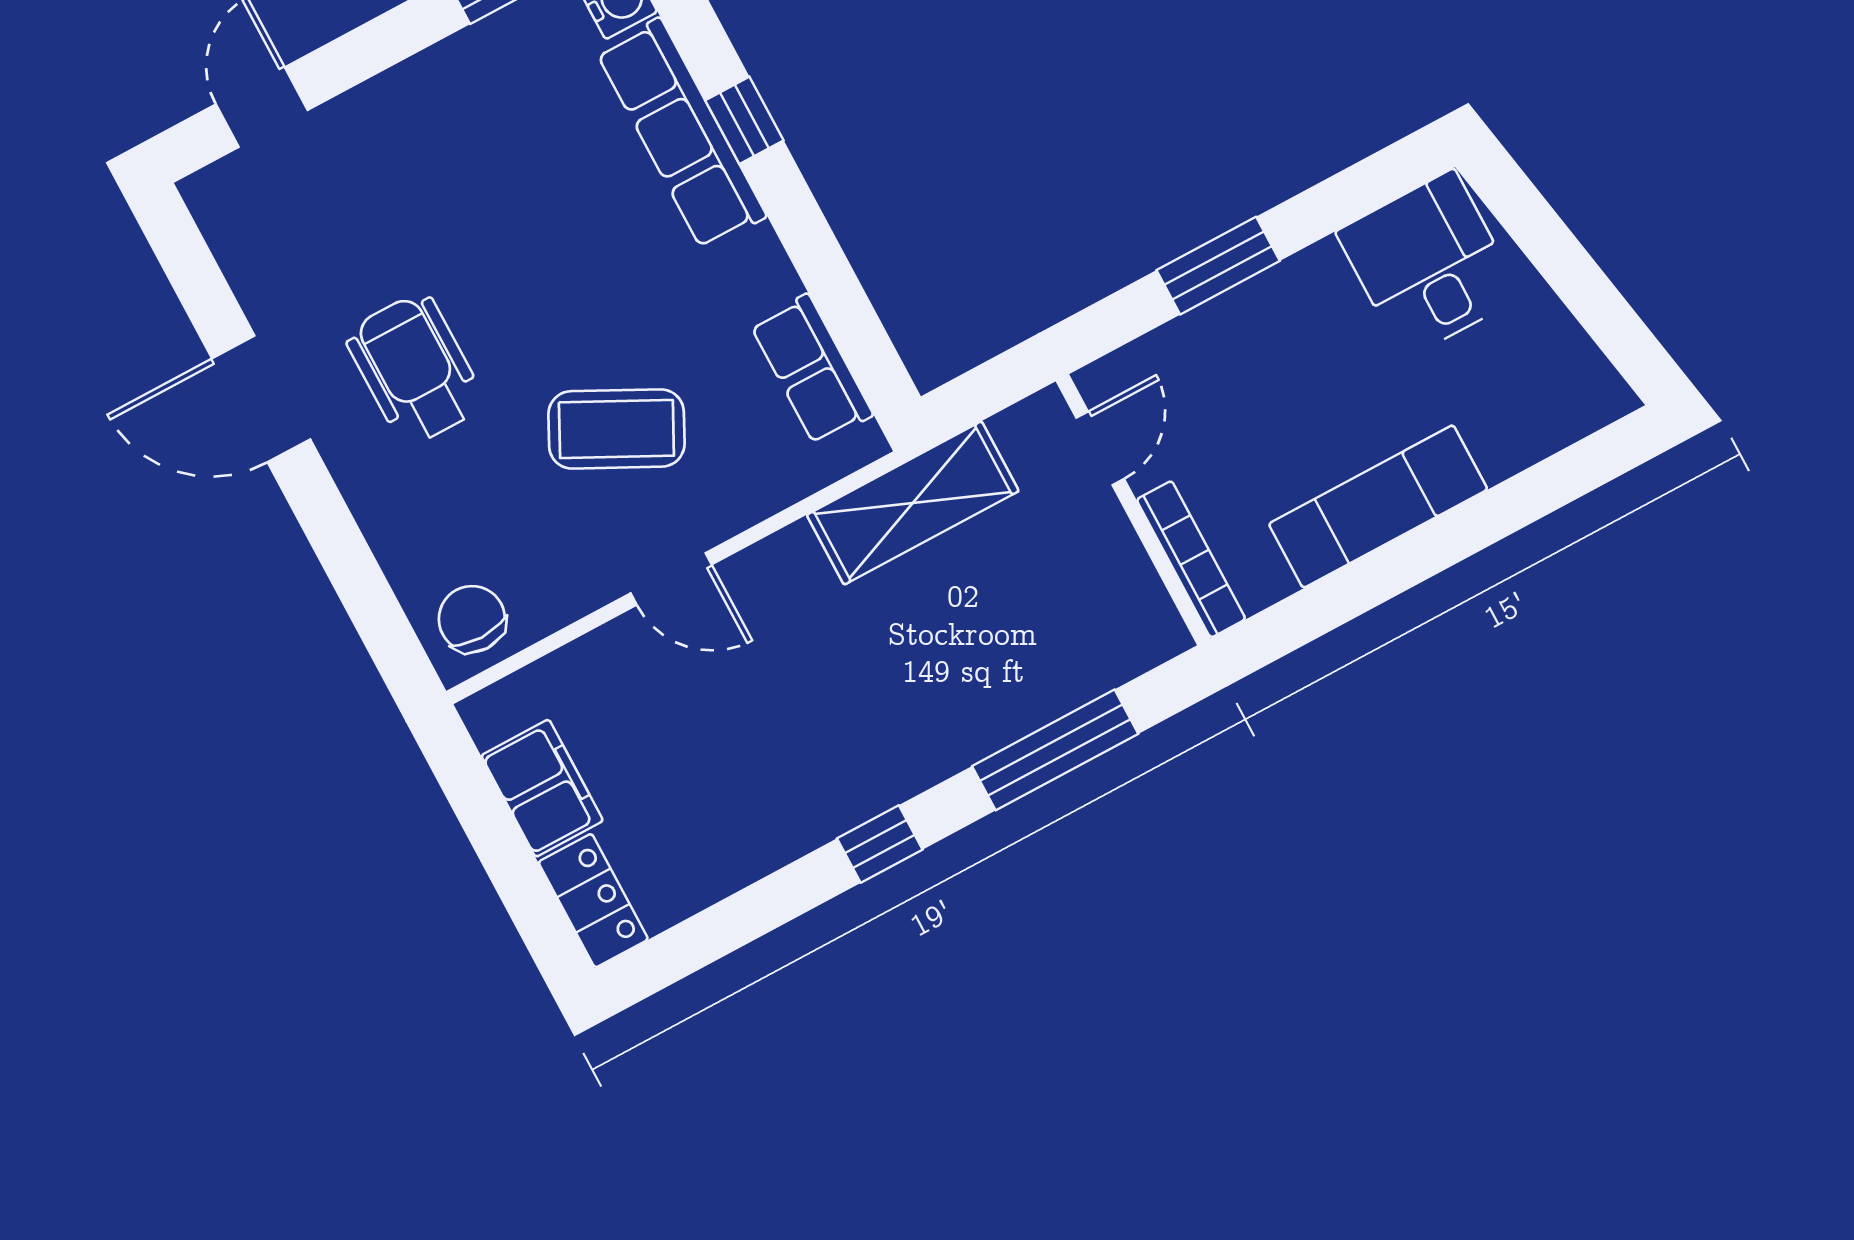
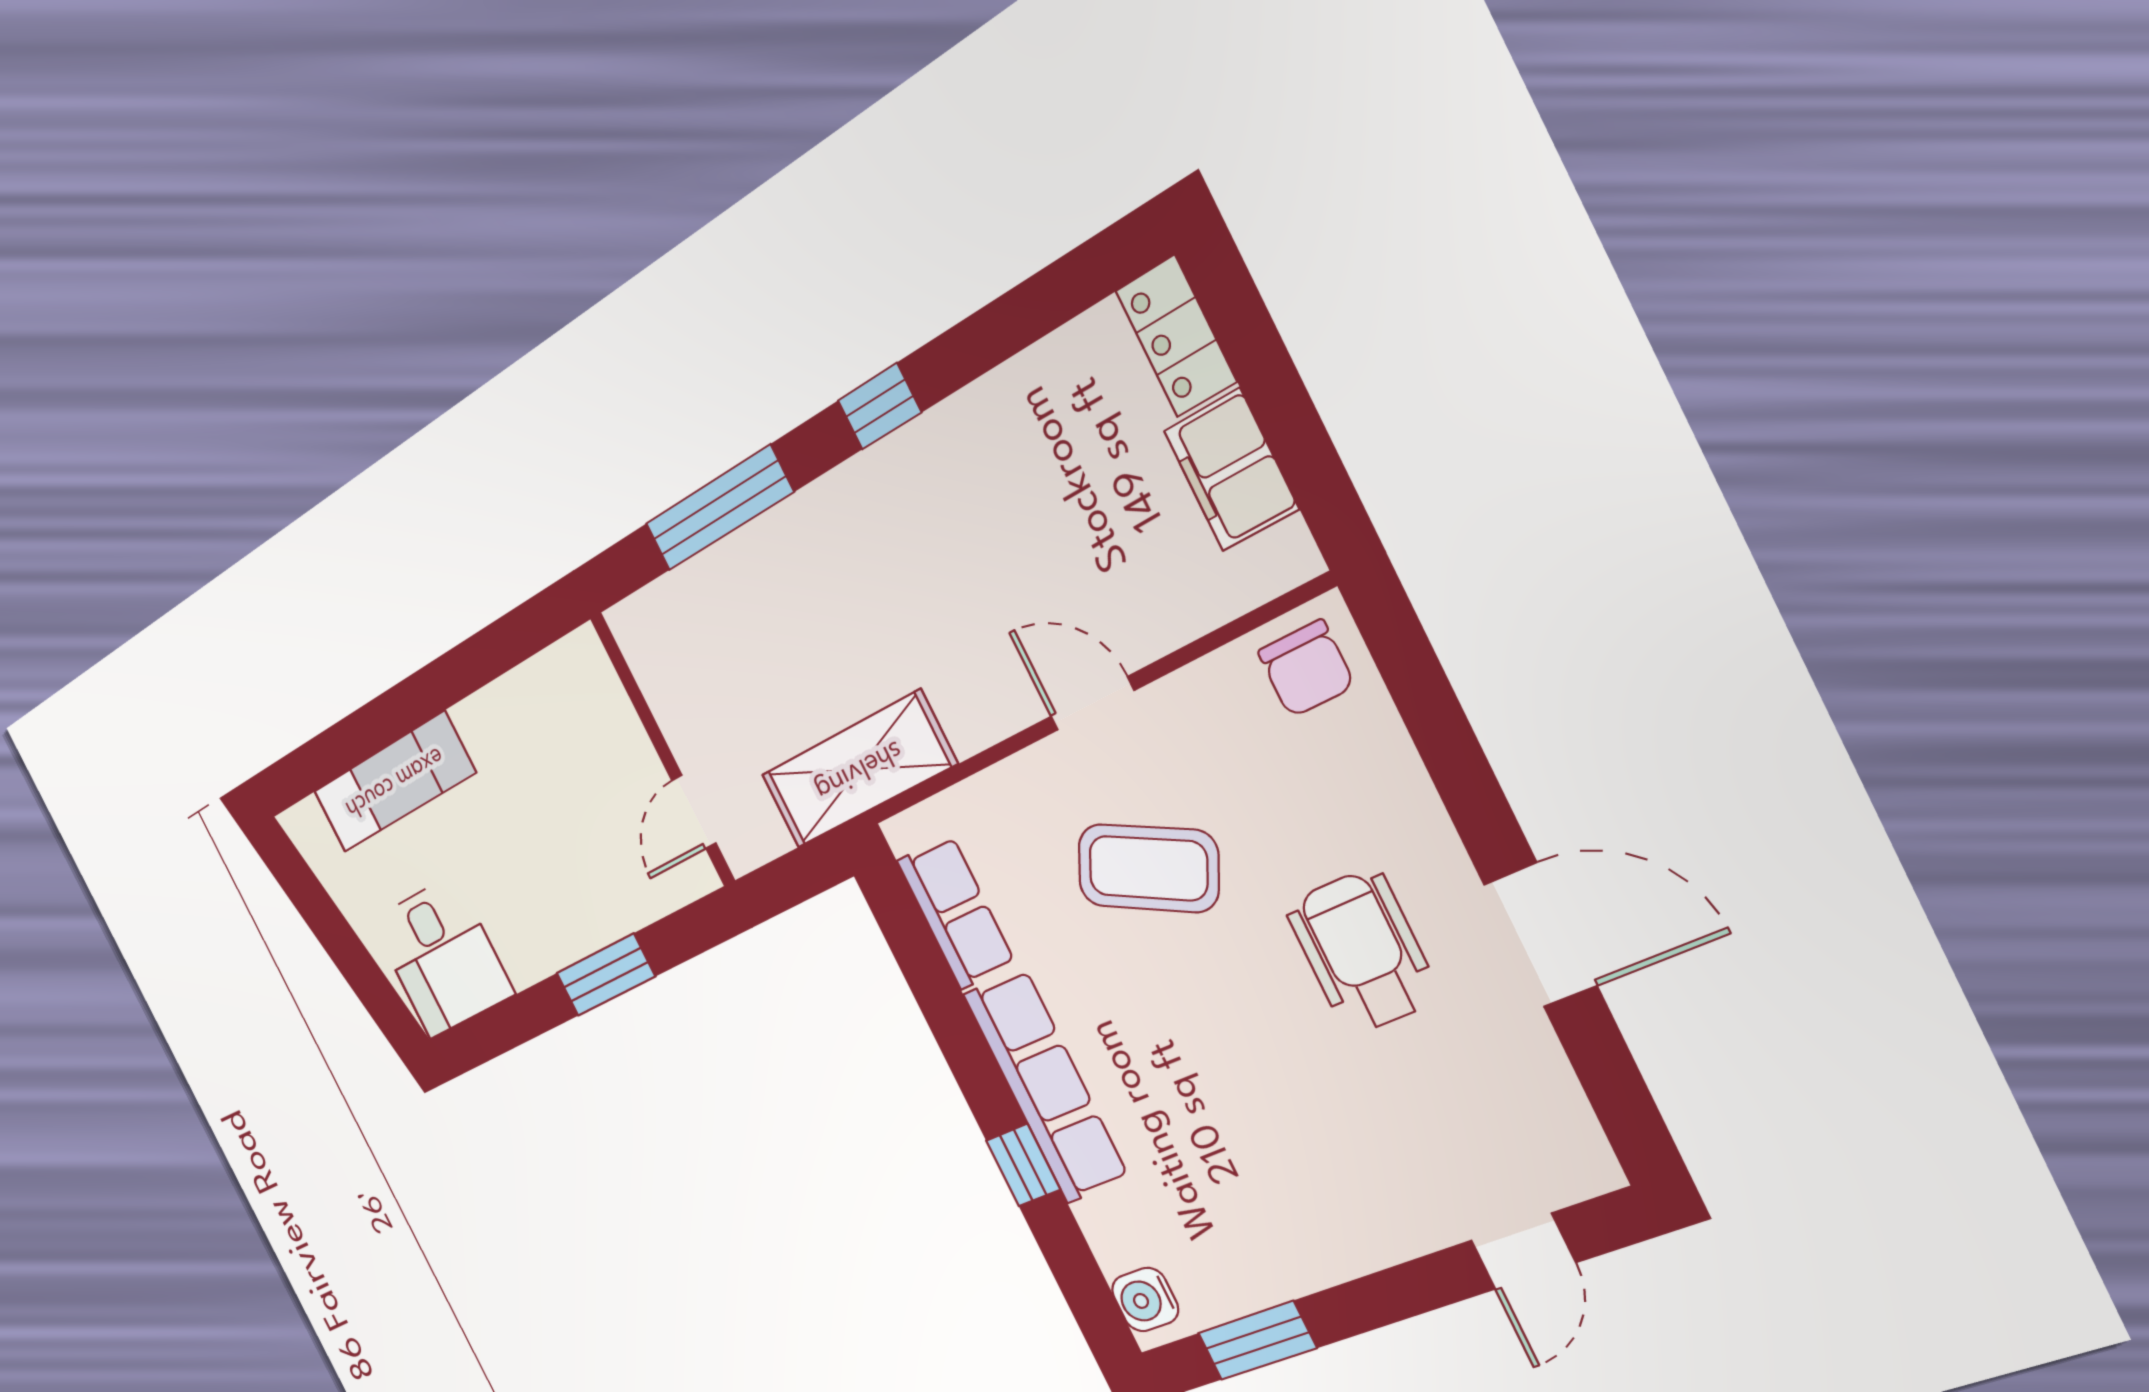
row of seats: (681, 134) -> (1046, 1086), moved
wheelchair: (415, 369) -> (1362, 952), turned 180
exam couch: (1378, 507) -> (394, 782), moved
bookcase: (1191, 559) -> (611, 698), removed

